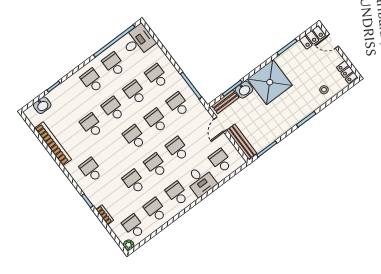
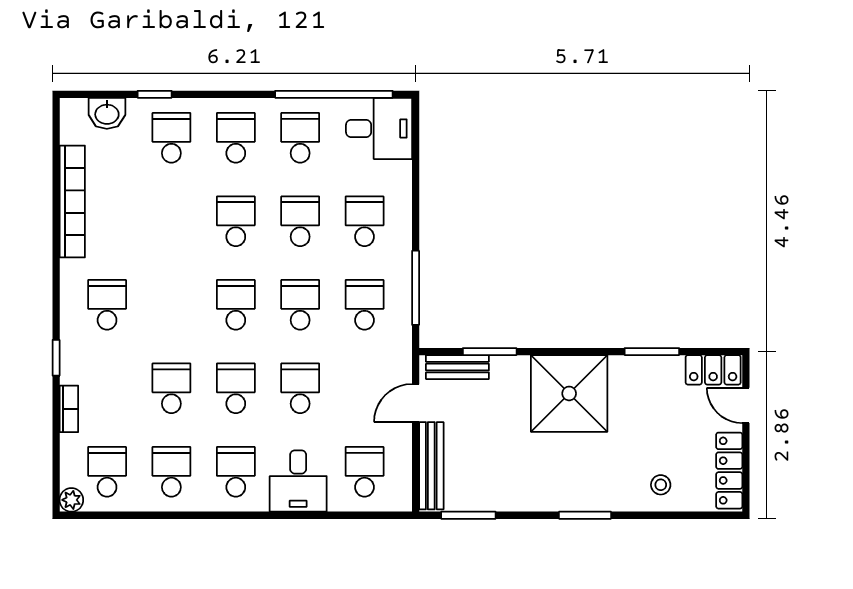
locker: (347, 72) -> (729, 471), width x1.53
washbasin: (244, 90) -> (510, 371), removed
school desk: (92, 125) -> (171, 138), moved

